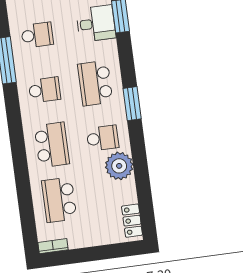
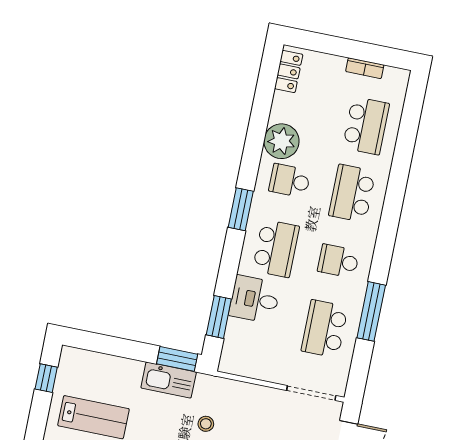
desk: (96, 24) -> (255, 299), moved
school desk: (37, 35) -> (325, 329), width x1.85
bookcase: (53, 246) -> (365, 68), moved

